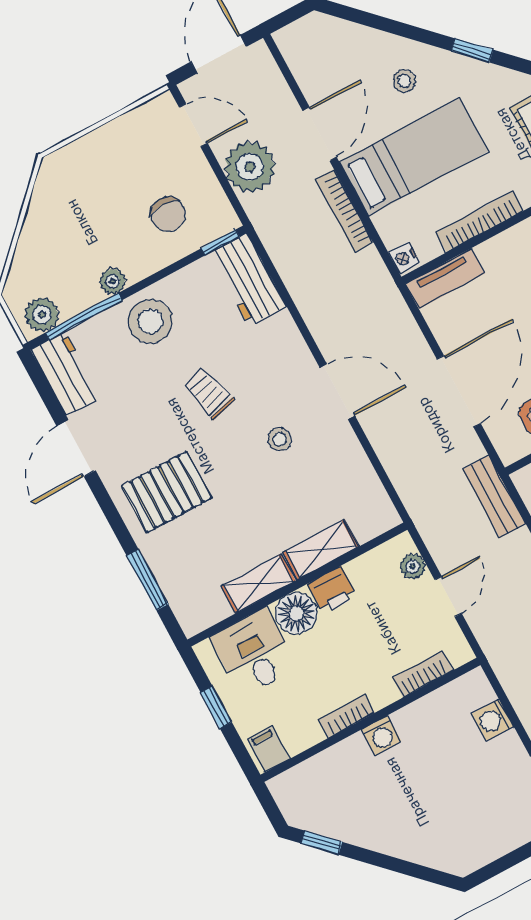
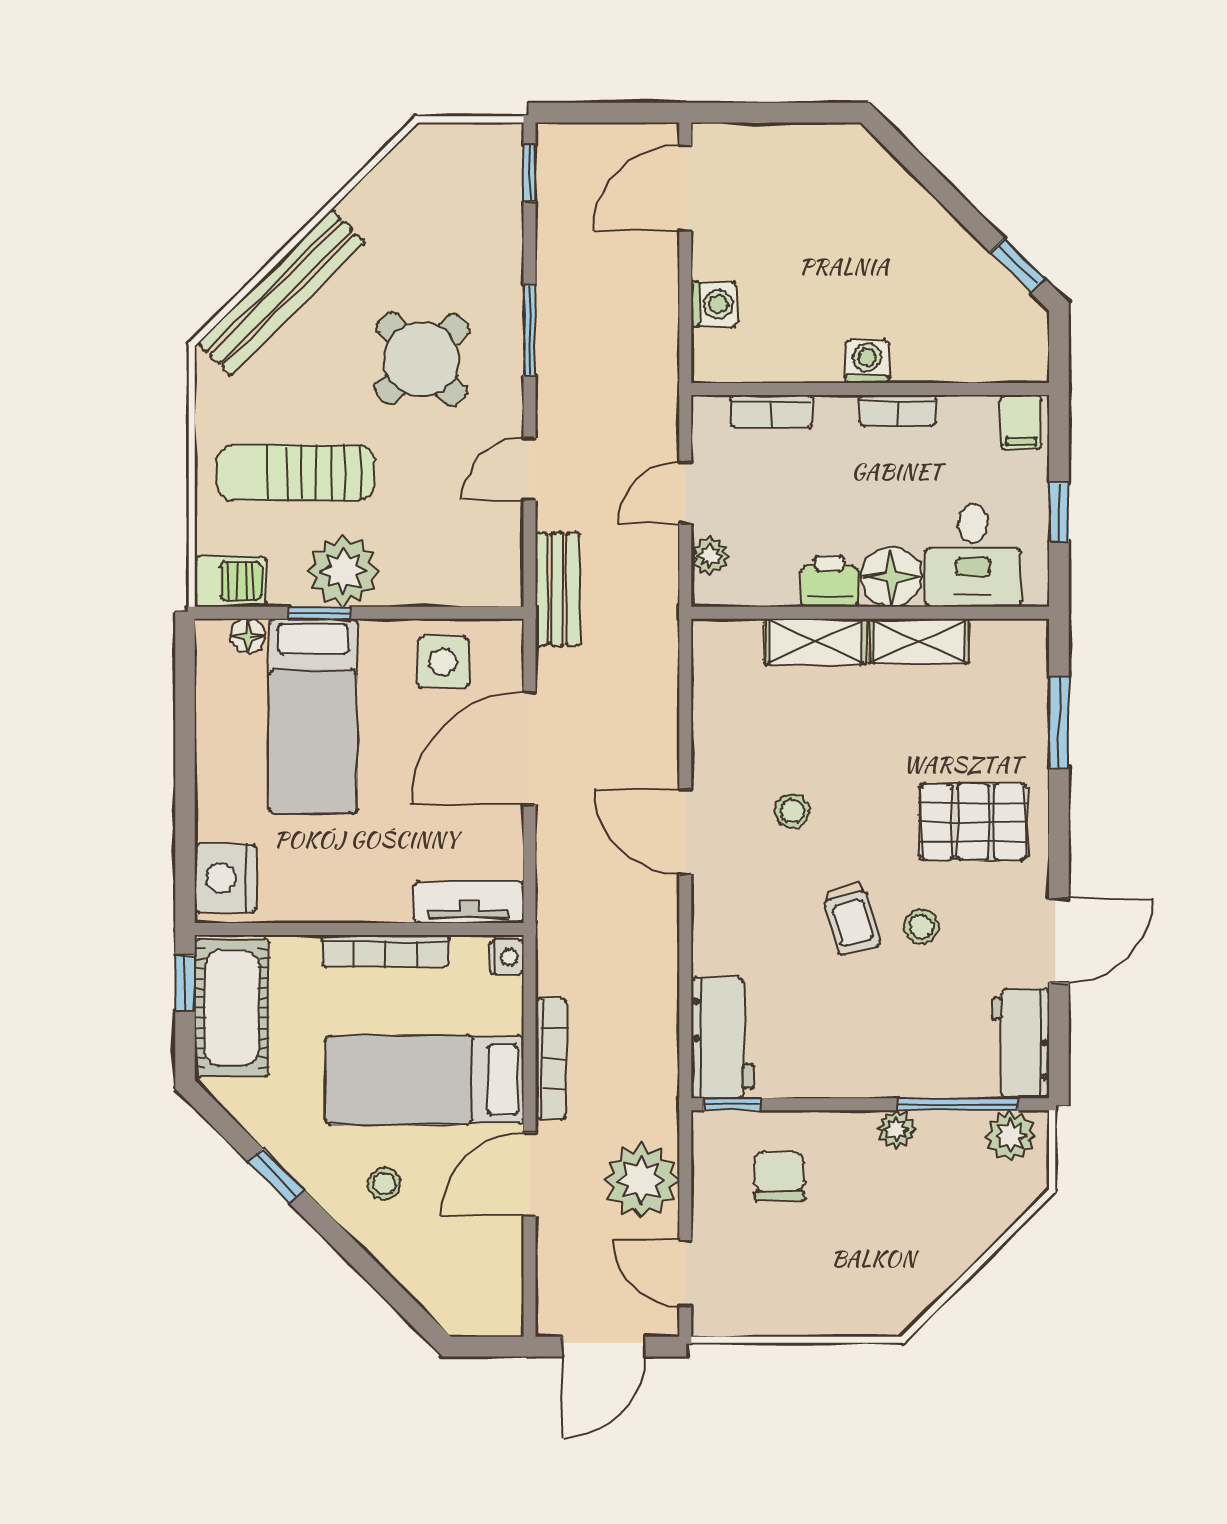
stool: (150, 321) -> (922, 927), moved, width x0.53, depth x0.53

